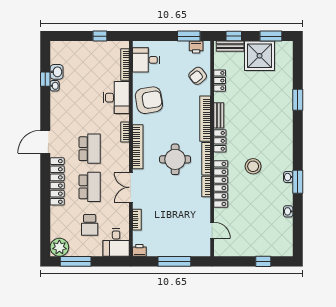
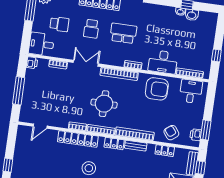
armchair: (149, 100) -> (157, 89), turned -81
school desk: (90, 149) -> (123, 33), turned 180
school desk: (90, 187) -> (91, 29), width x0.54
school desk: (90, 225) -> (59, 24), turned 180

